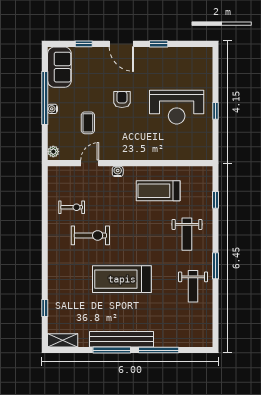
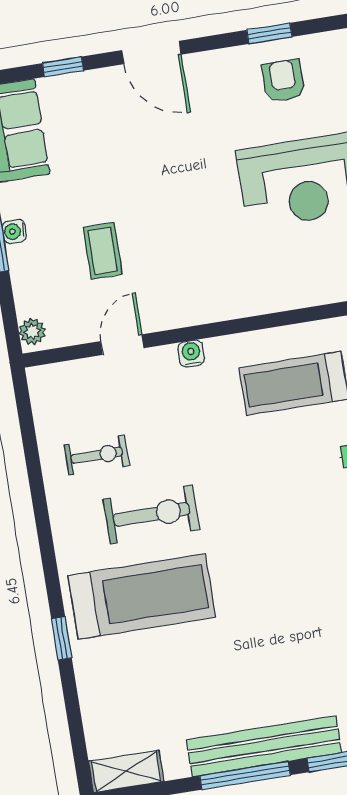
window: (159, 44) -> (269, 33), moved
armchair: (122, 99) -> (283, 81), moved
treadmill: (122, 279) -> (142, 596), moved, turned 180
window: (45, 308) -> (61, 639), moved

